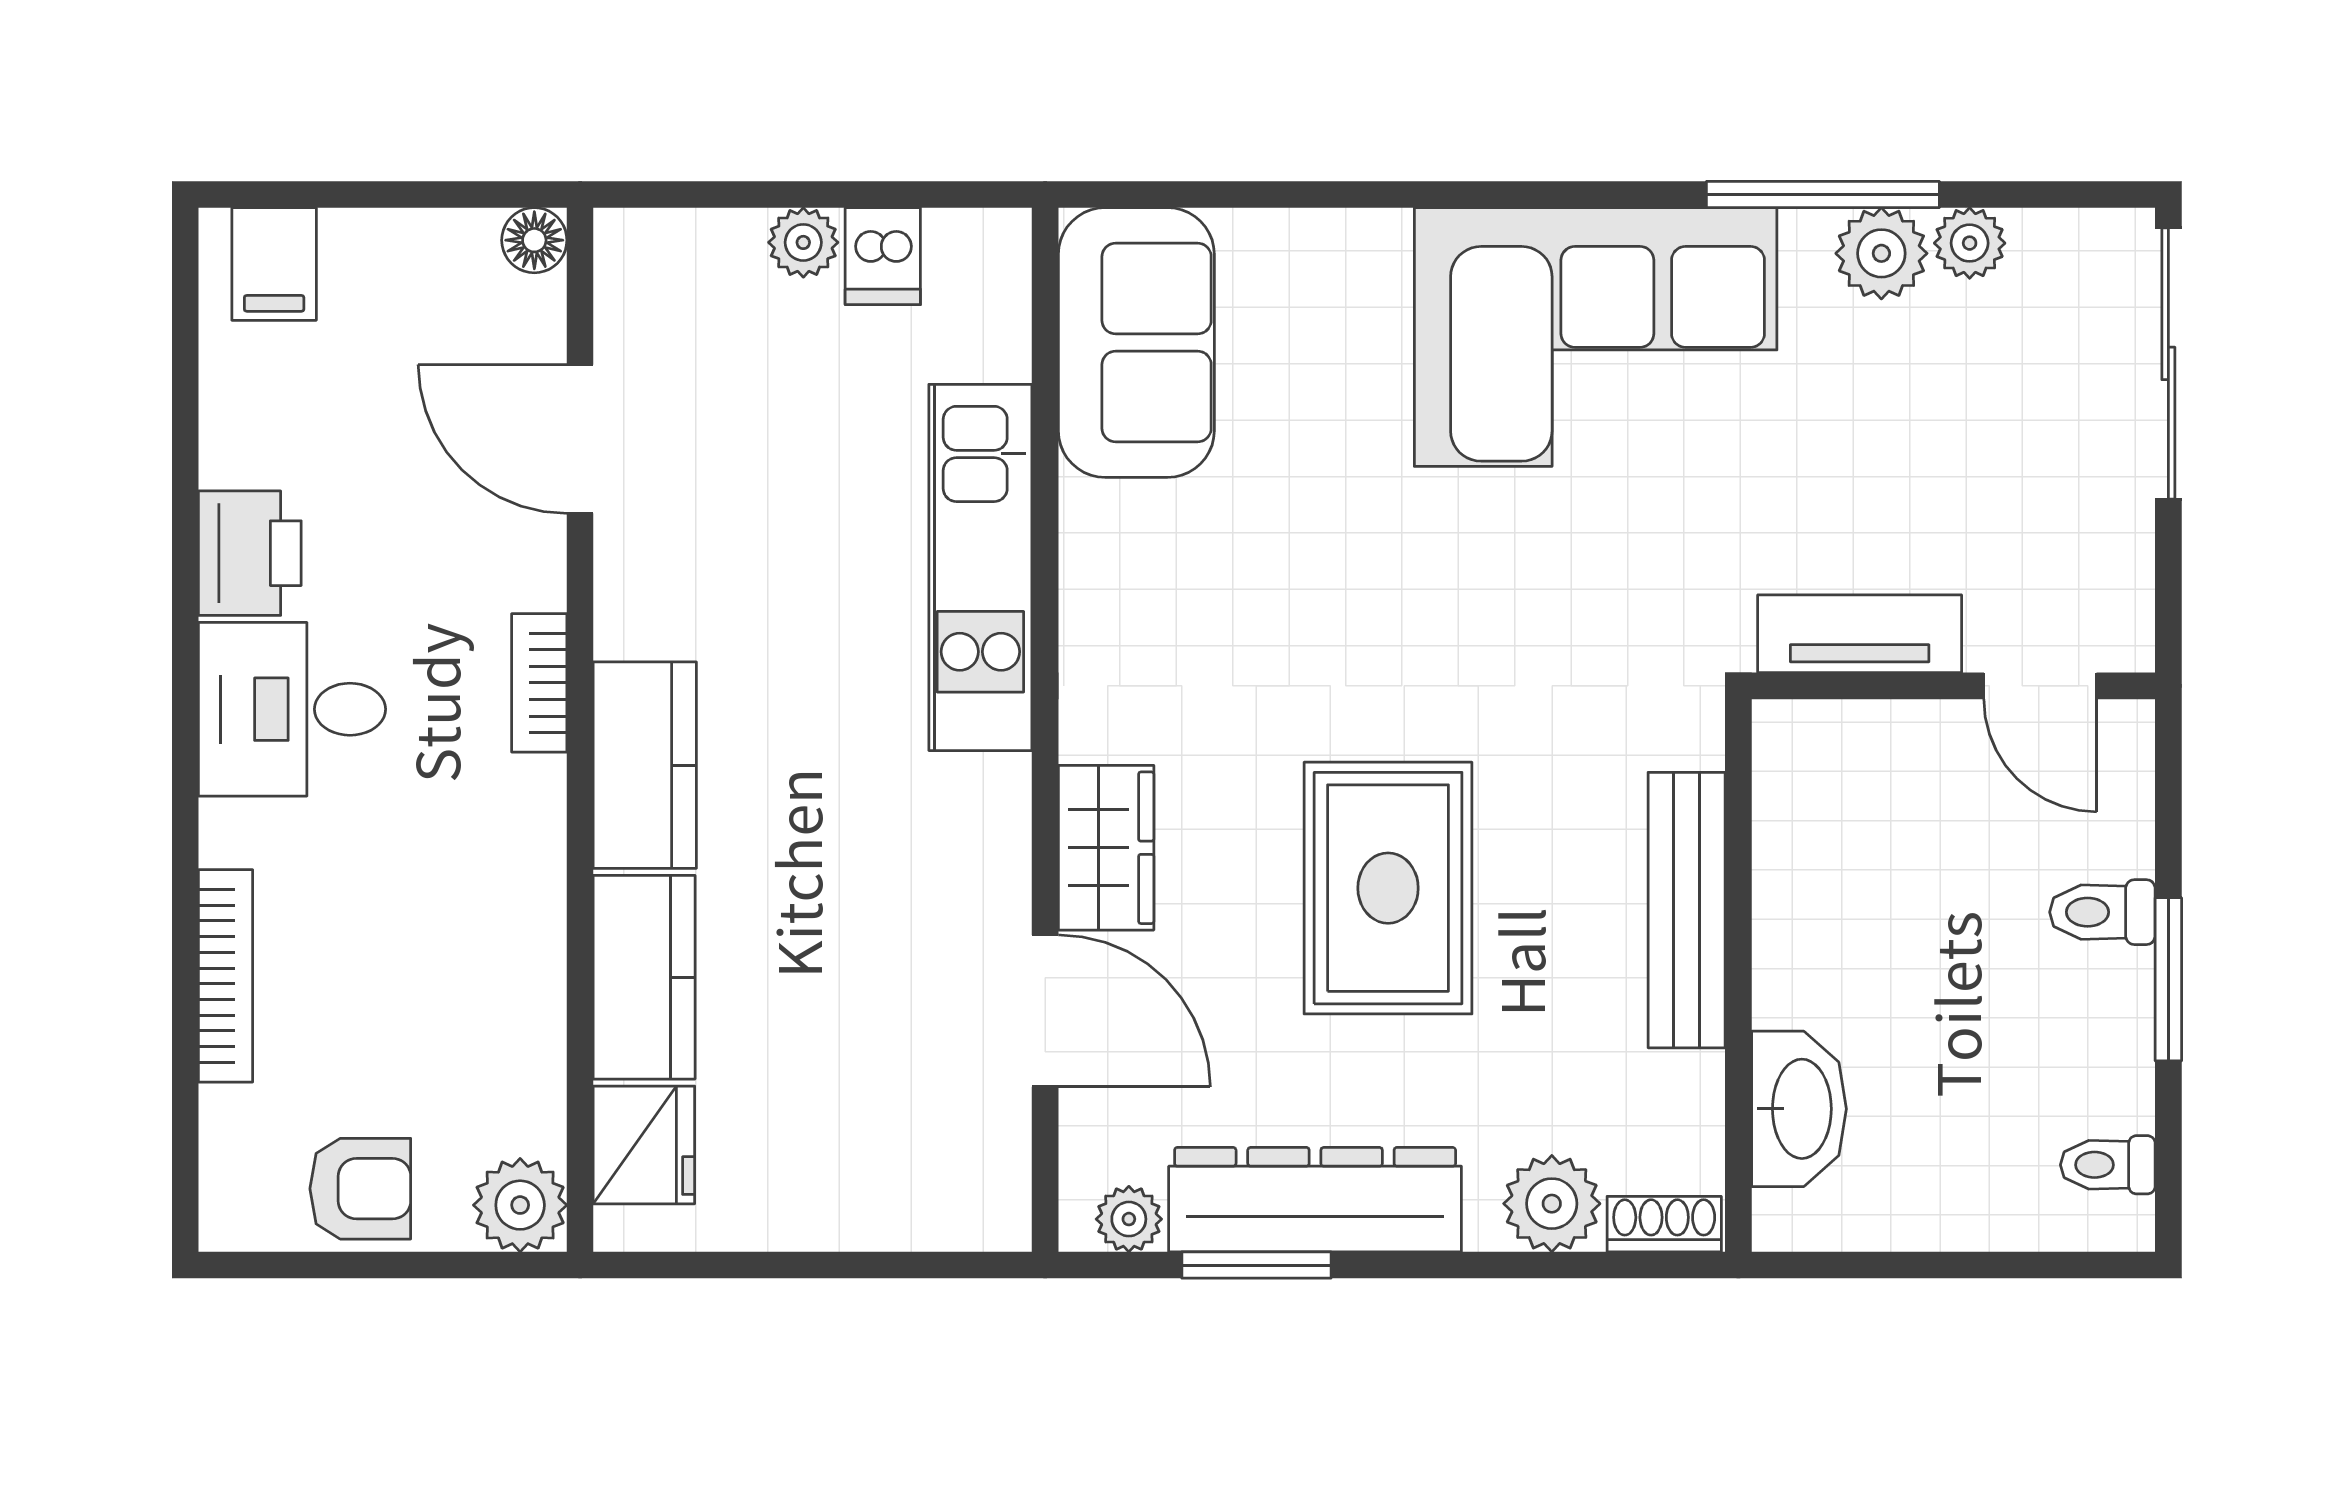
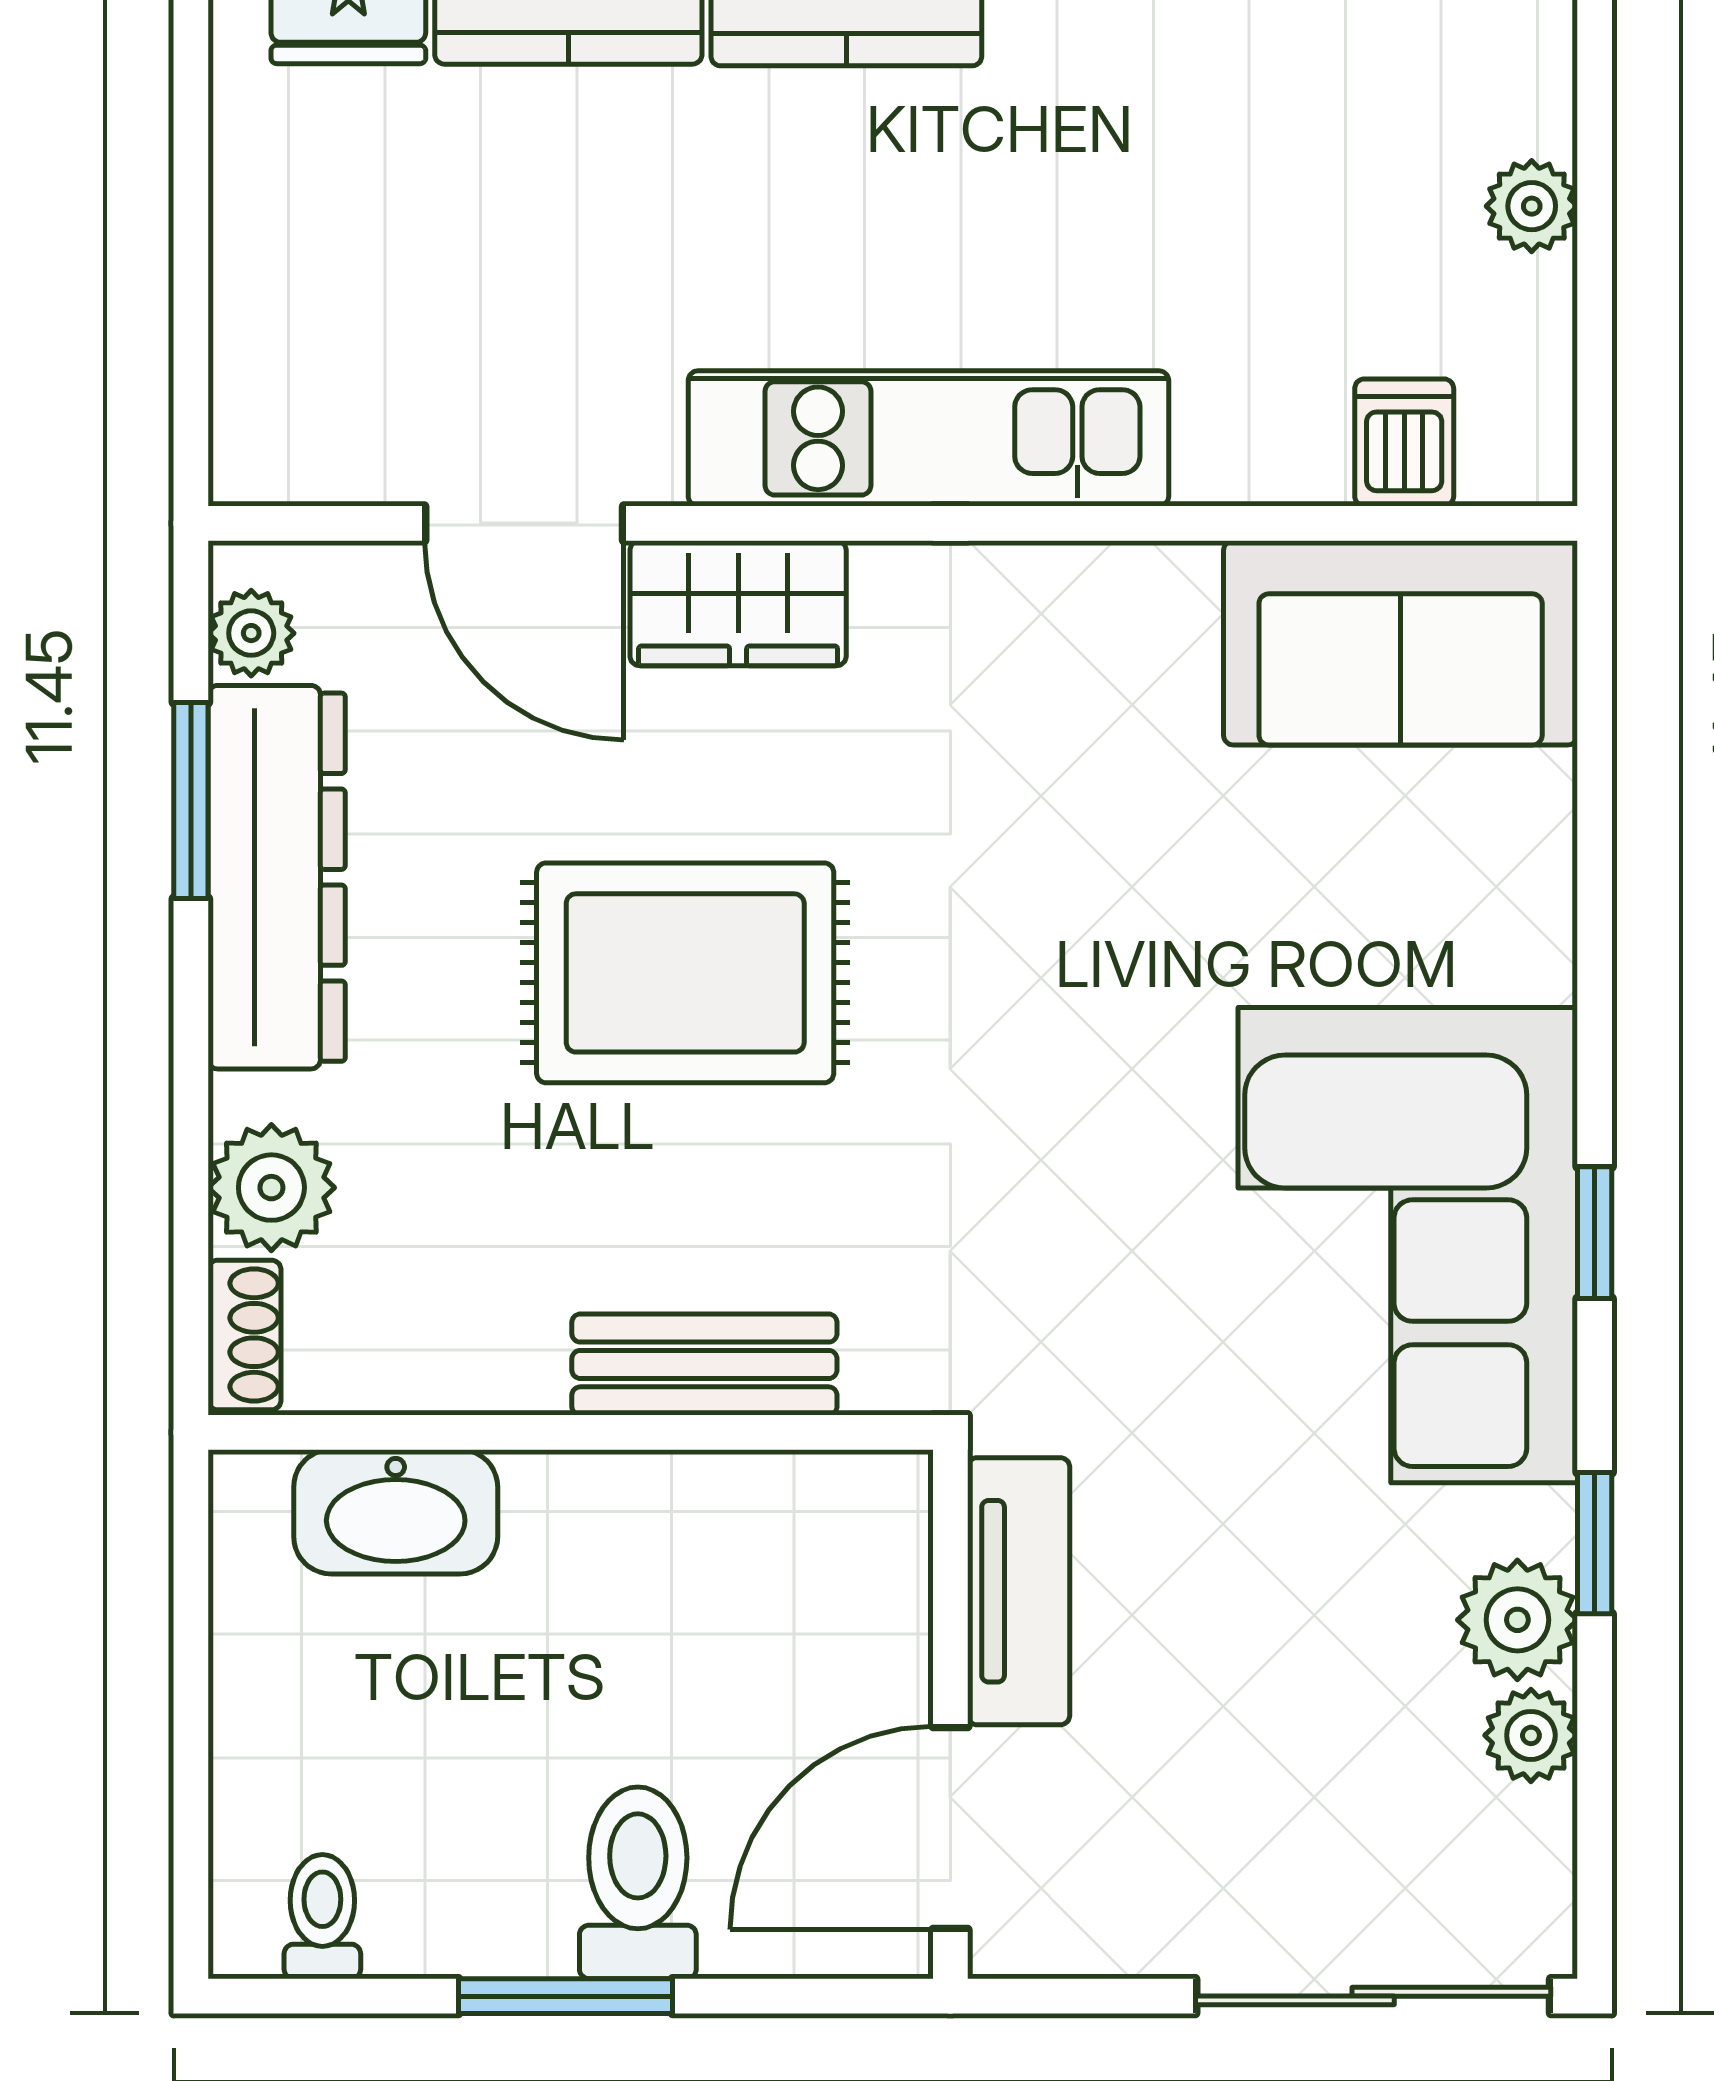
window: (1586, 194) -> (1595, 1233), added
window: (1823, 194) -> (1595, 1543), width x0.46
dishwasher: (883, 256) -> (1404, 442), moved, turned 90
kitchen unit: (980, 567) -> (928, 438), moved
door: (2040, 686) -> (950, 1828), width x1.38
bench: (1687, 910) -> (704, 1364), width x0.73
toilet: (2102, 912) -> (638, 1883), width x1.37, depth x1.39
door: (1045, 1011) -> (524, 523), hinge flipped

